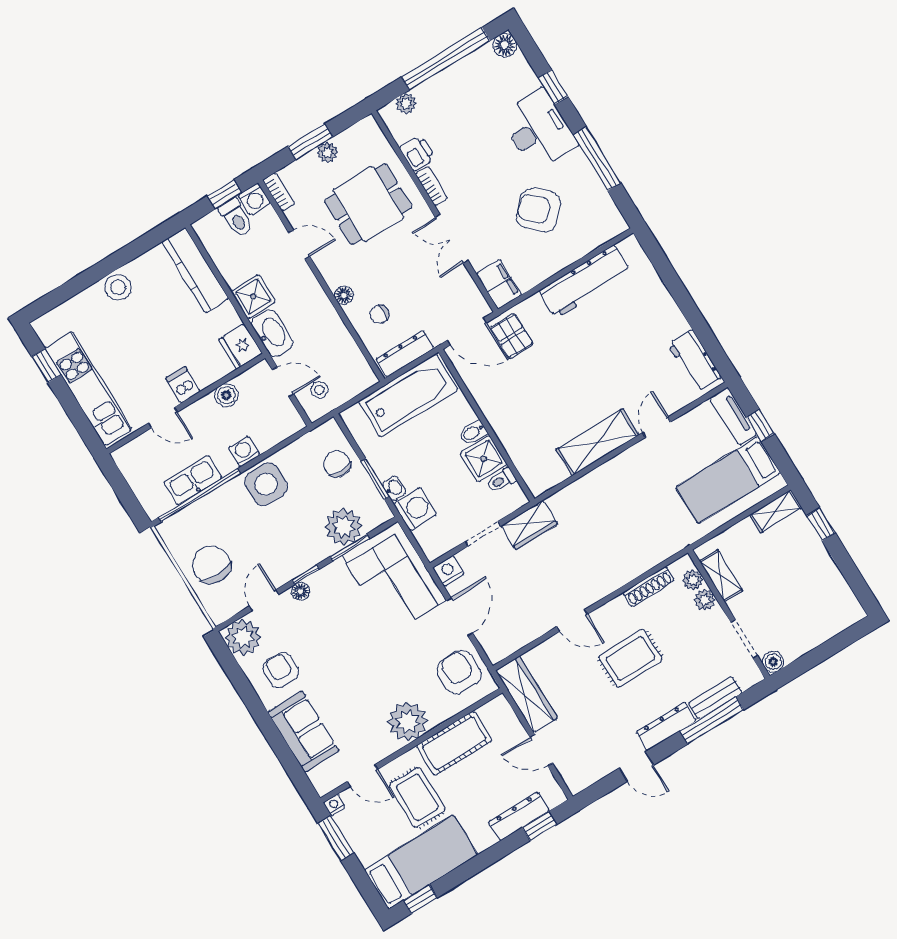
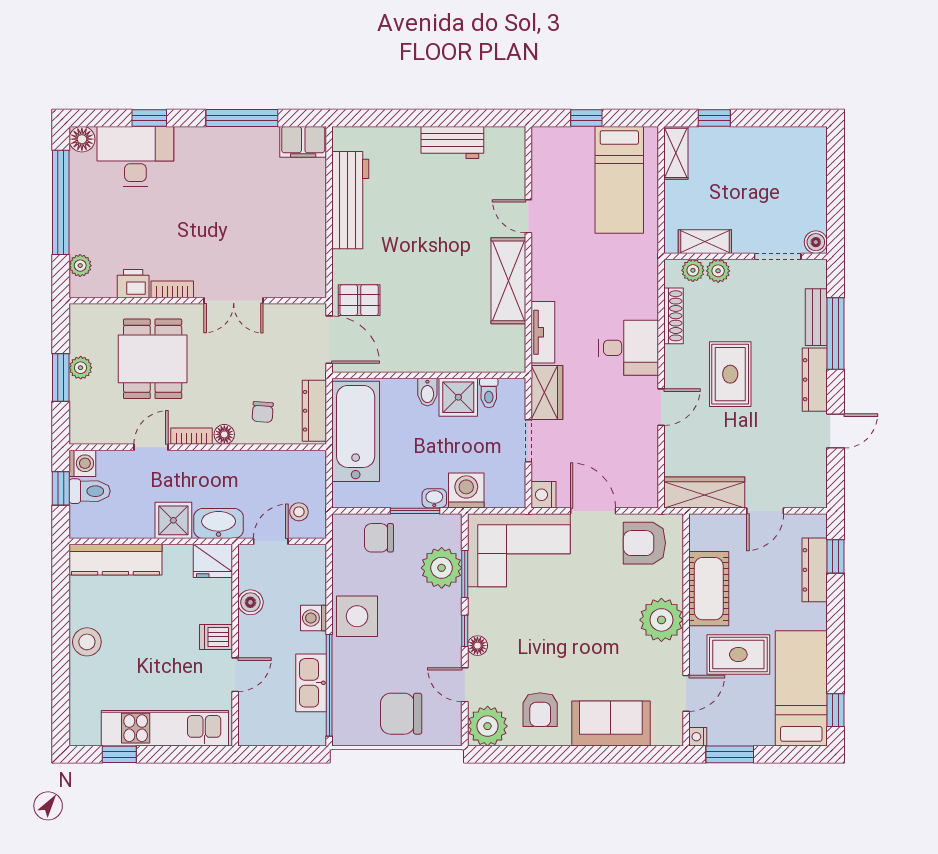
desk: (538, 130) -> (135, 156), moved
bookcase: (279, 192) -> (191, 436), moved
armchair: (539, 210) -> (256, 202), removed
filing cabinet: (499, 284) -> (303, 142), moved, turned 180
door: (467, 331) -> (329, 340), hinge flipped
workbench: (695, 361) -> (452, 142), moved
tv unit: (733, 416) -> (543, 332), moved, turned -90
desk: (603, 567) -> (629, 348), added
armchair: (281, 670) -> (540, 710), turned -90

